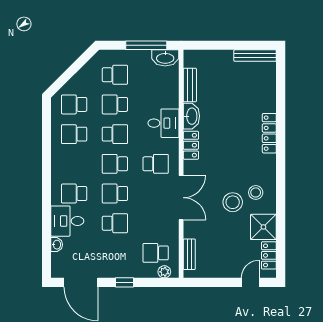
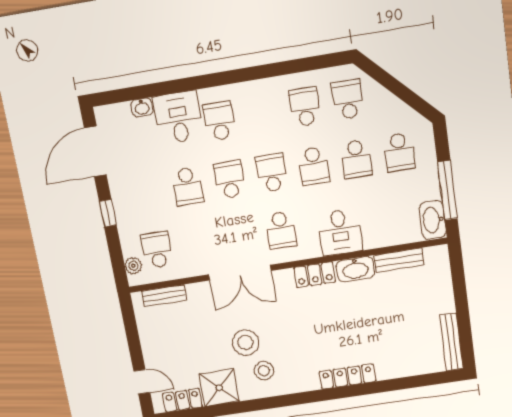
school desk: (115, 104) -> (356, 159), turned 180

